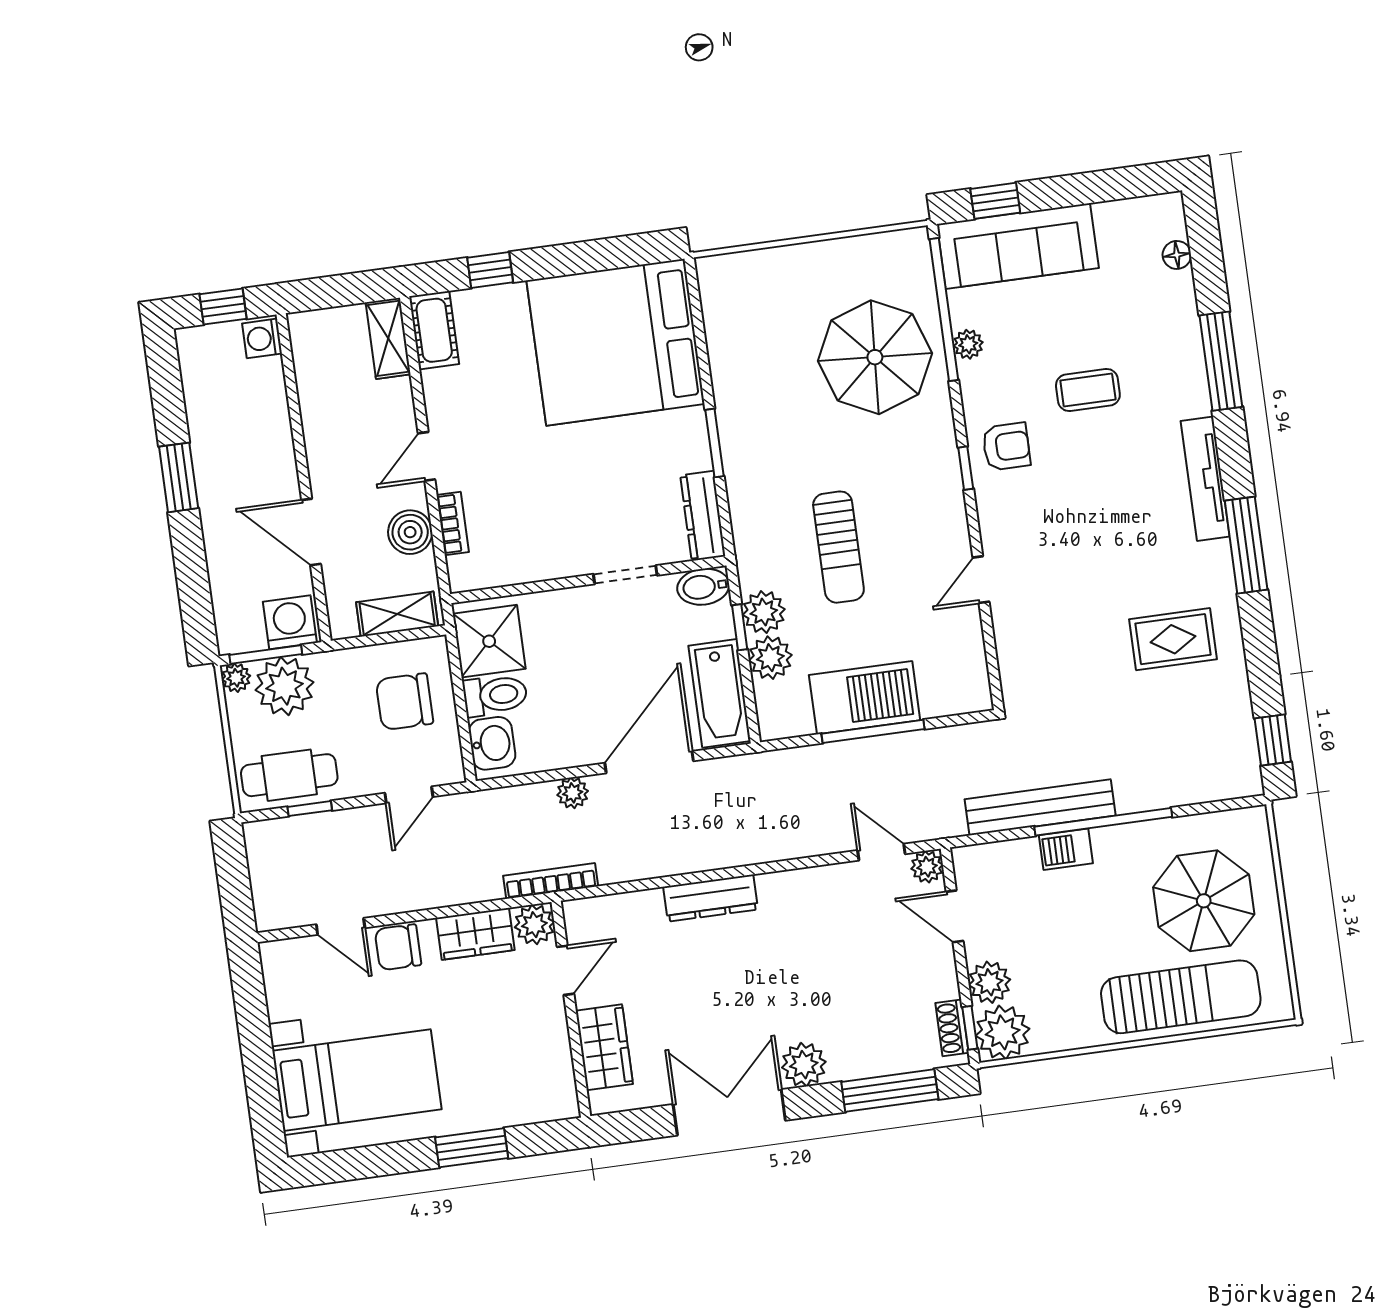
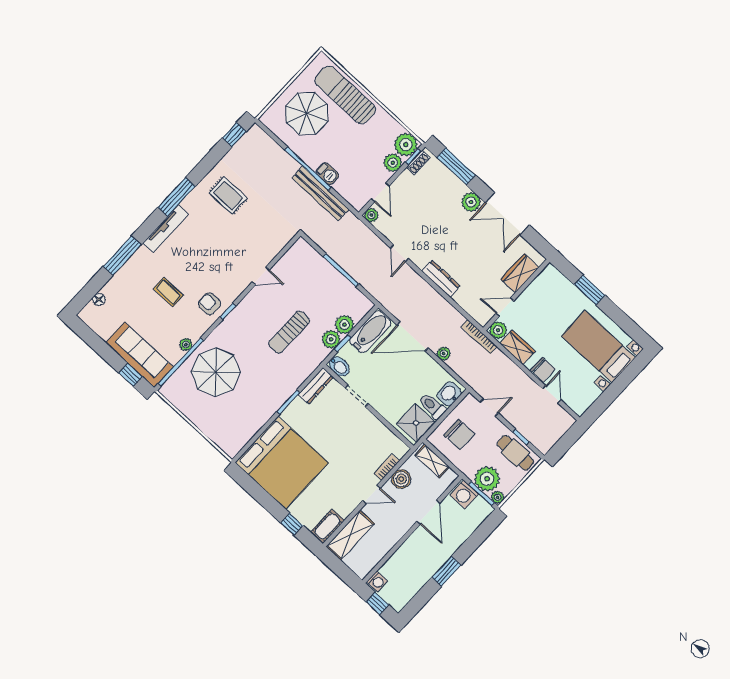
shelving: (388, 338) -> (350, 535), width x1.50, depth x1.33
sun lounger: (838, 547) -> (289, 332), turned 180
barbecue: (865, 698) -> (332, 282), removed
door: (881, 852) -> (399, 253), moved

